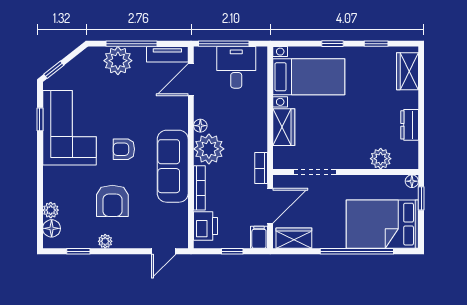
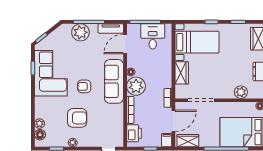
sofa: (173, 166) -> (114, 81), moved
armchair: (112, 201) -> (77, 118), turned -90

